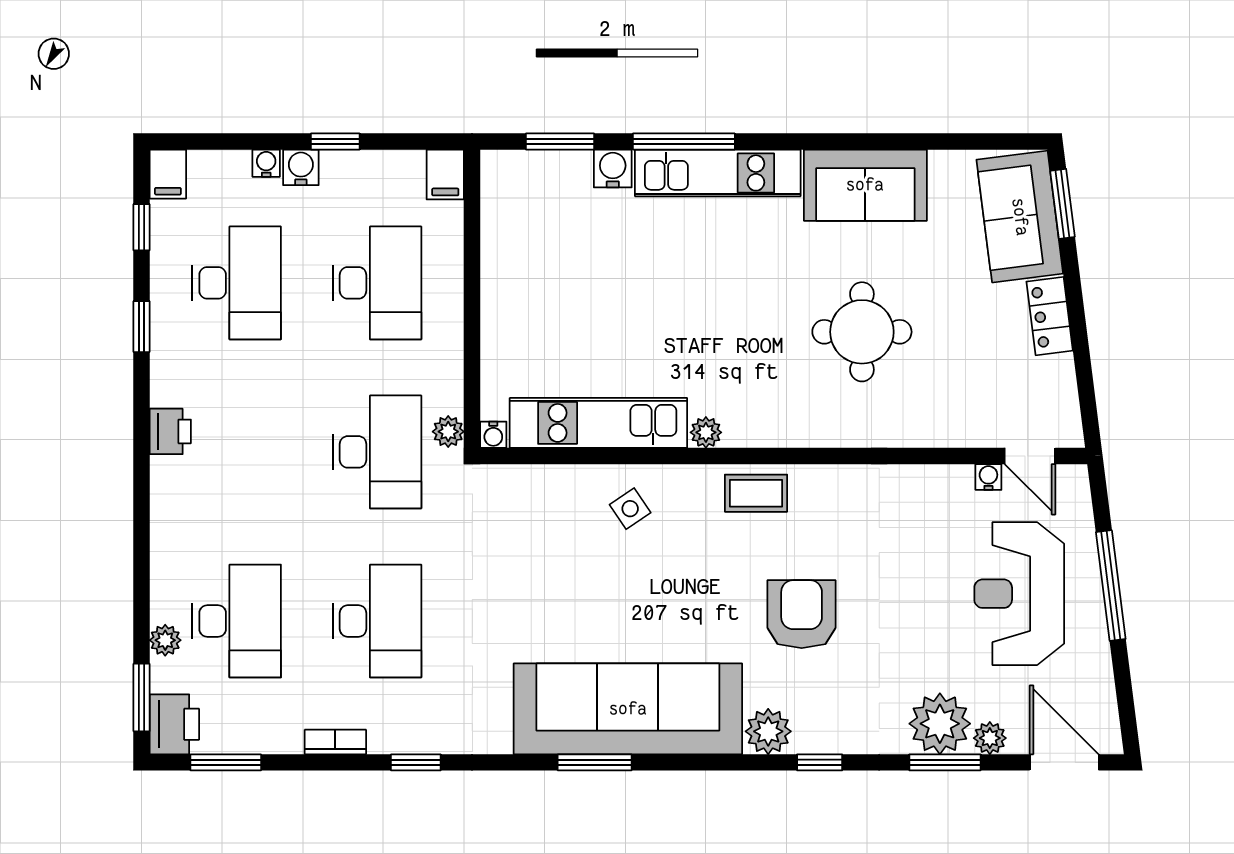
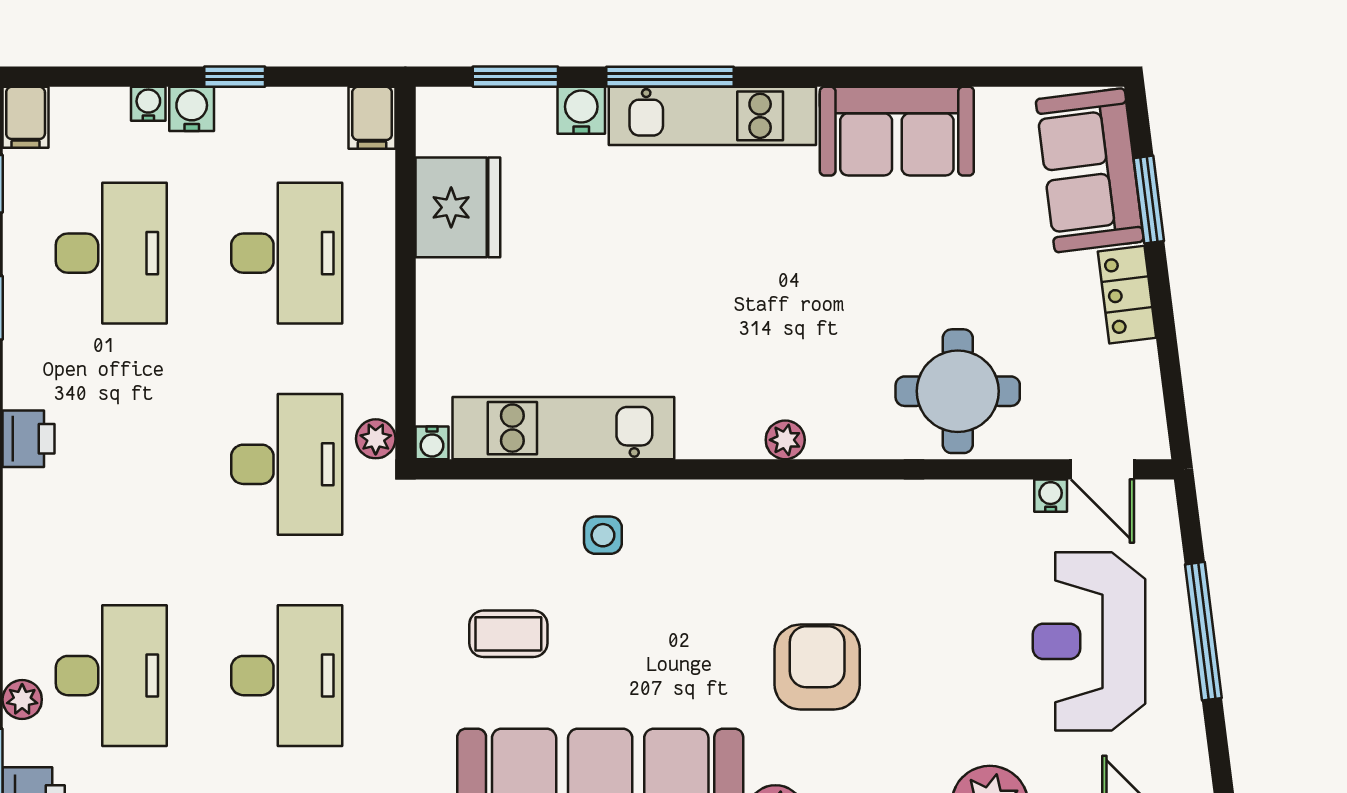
window: (1062, 204) -> (1149, 200), moved
fridge: (514, 246) -> (458, 207), added
round table: (862, 332) -> (958, 391), moved
plant: (706, 432) -> (785, 440), moved
coffee table: (756, 493) -> (508, 634), moved
side table: (630, 509) -> (603, 535), turned 34

